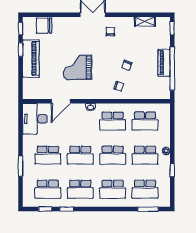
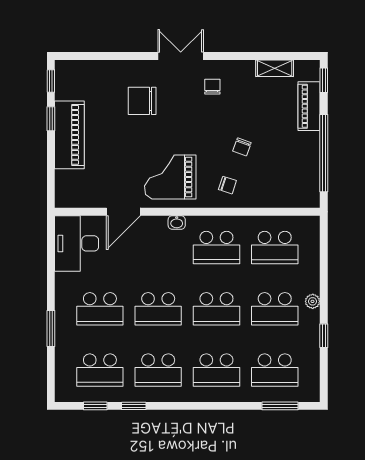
chair: (44, 26) -> (142, 101), moved
piano: (164, 63) -> (309, 106), moved
grand piano: (77, 67) -> (170, 177), moved

